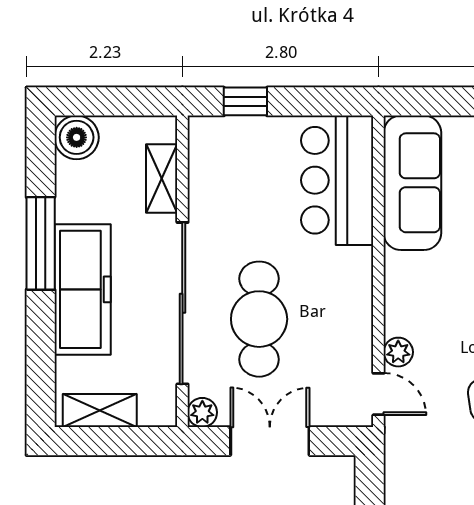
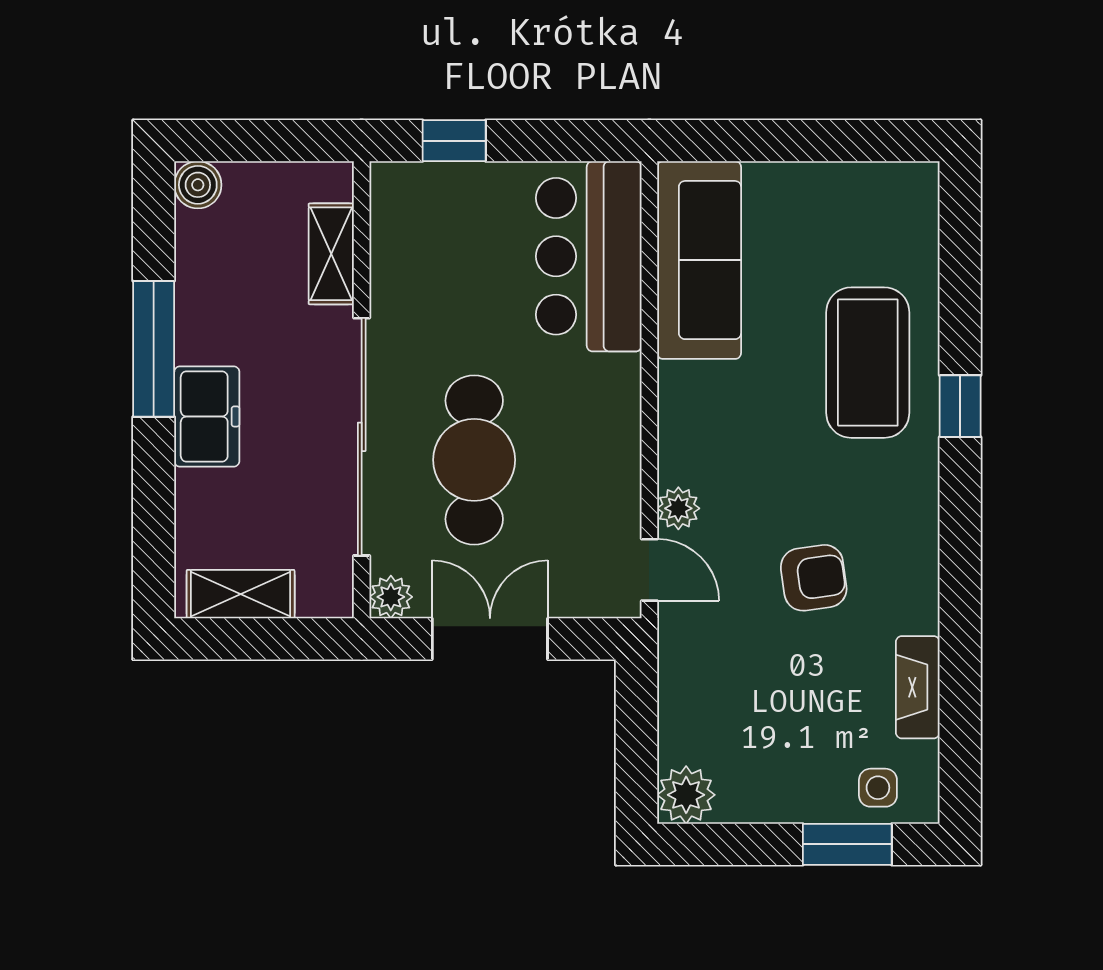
boiler: (77, 137) -> (198, 185), width x0.73, depth x0.73
freezer: (83, 289) -> (207, 416), width x0.52, depth x0.79

